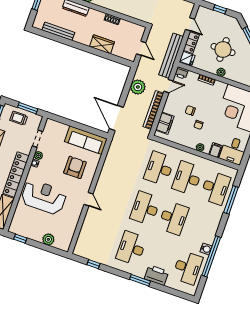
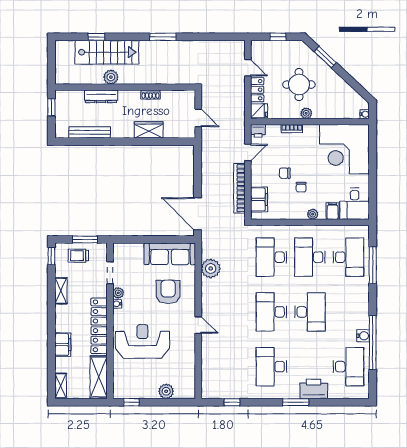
bench: (171, 56) -> (238, 114), removed
plant: (138, 87) -> (211, 268), moved

